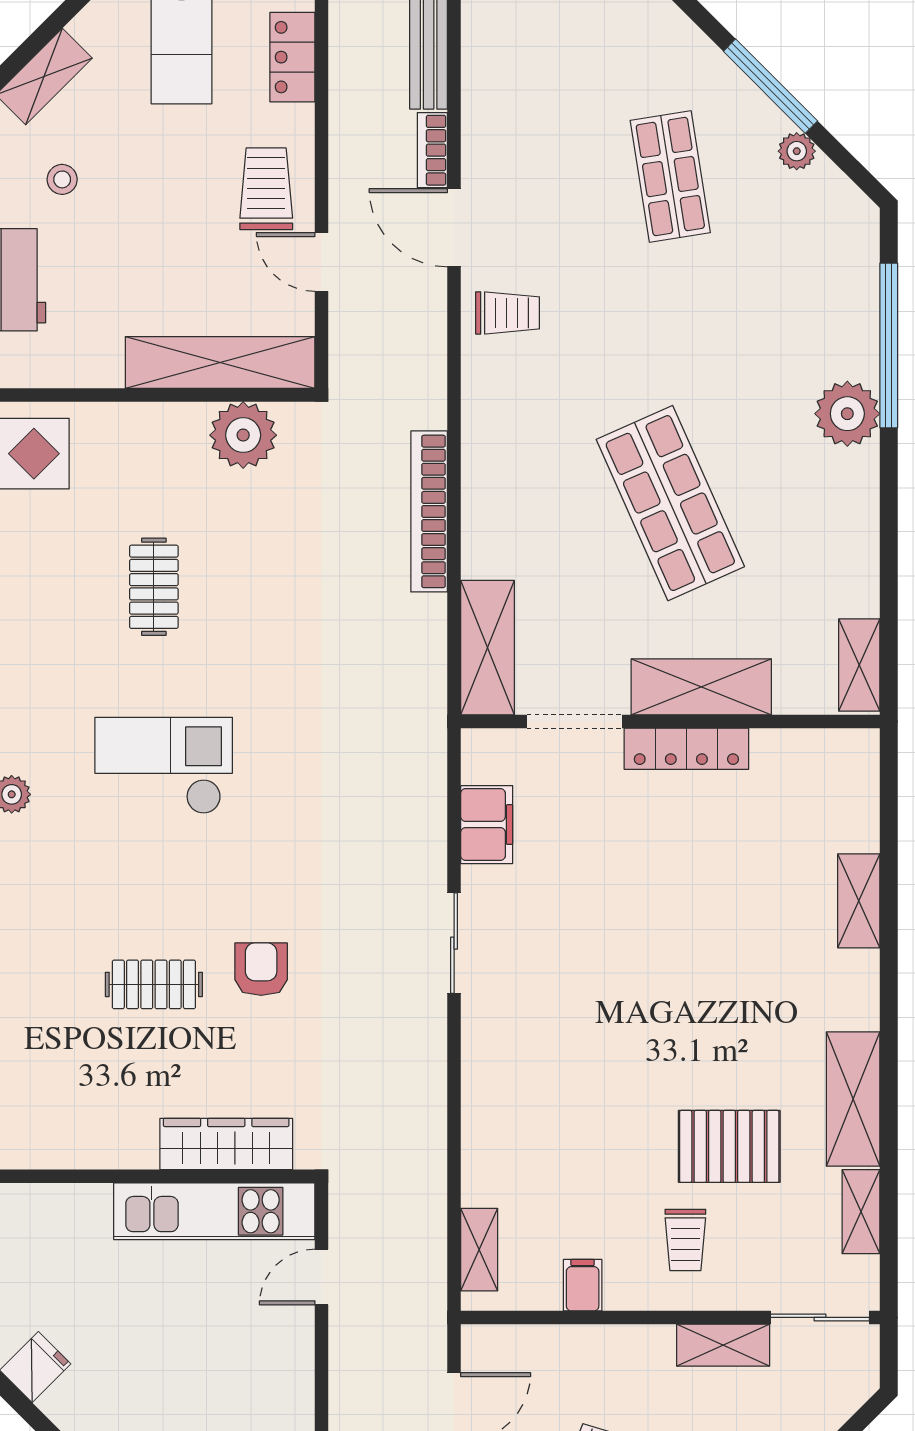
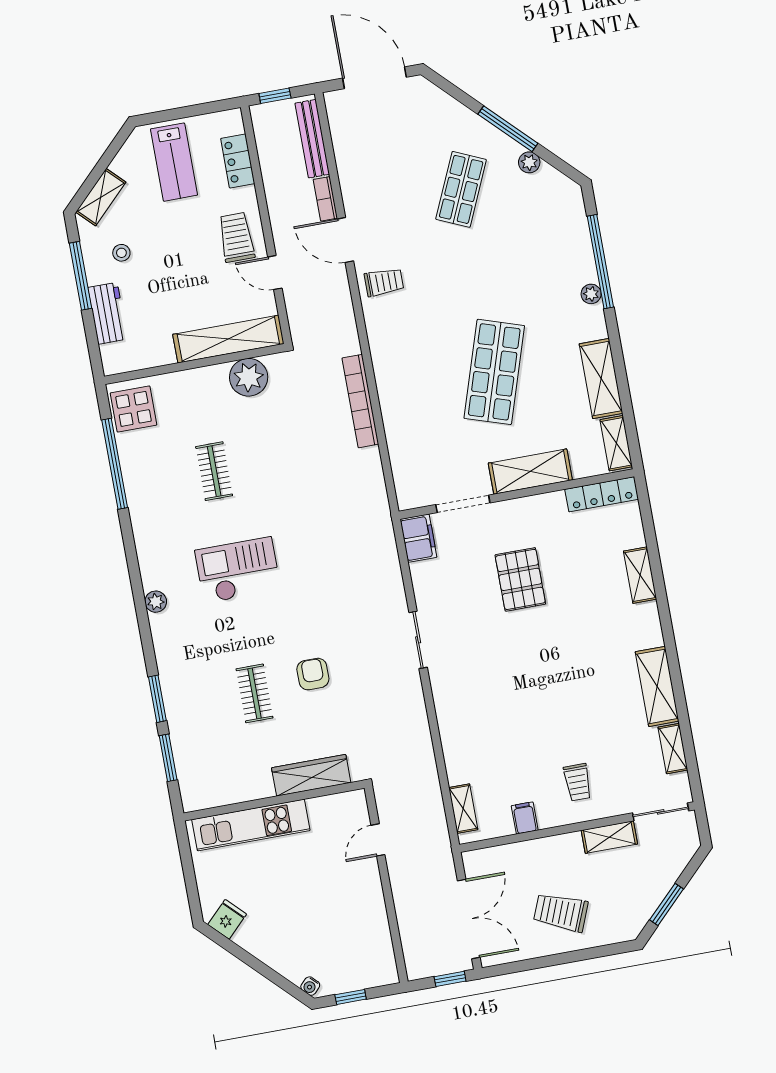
shop shelf: (670, 177) -> (461, 189), turned 33
plant: (847, 414) -> (591, 294), width x0.53, depth x0.53
shop shelf: (670, 503) -> (494, 372), turned 42
shelving: (488, 648) -> (601, 379), moved
locker: (686, 749) -> (602, 494), moved
filing cabinet: (487, 825) -> (418, 538), moved
clothes rail: (154, 984) -> (255, 693), turned 90
pallet: (729, 1146) -> (520, 579), moved, turned 90
kitchen unit: (214, 1211) -> (251, 825), moved

